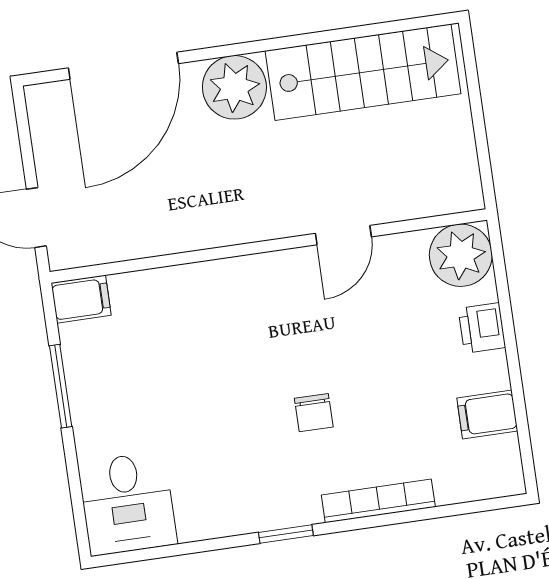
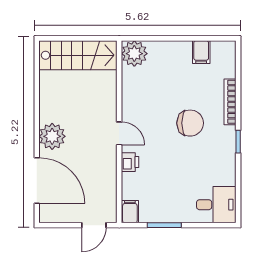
stairs: (363, 72) -> (78, 55), moved, turned 90
door: (343, 235) -> (119, 133), moved
printer: (482, 328) -> (130, 162), moved, turned -90
chair: (314, 413) -> (190, 123), width x1.87, depth x1.87

